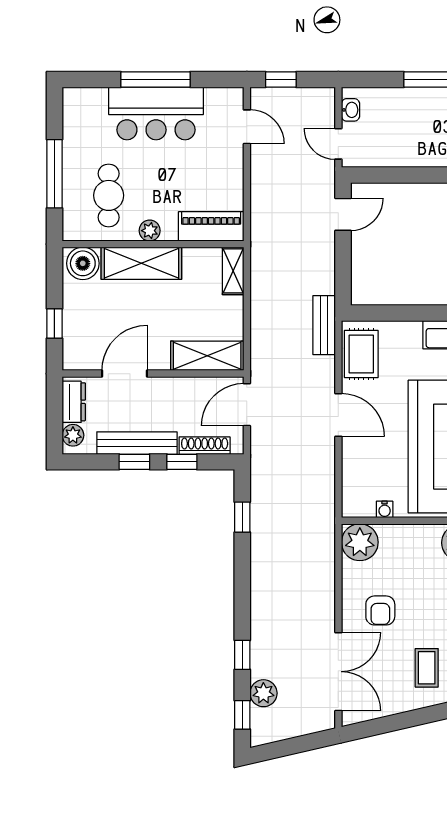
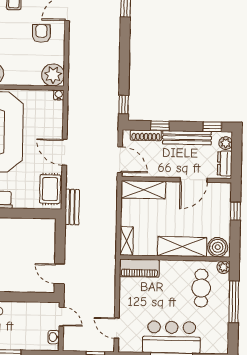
door: (343, 214) -> (59, 274), hinge flipped
plant: (150, 231) -> (223, 267), moved
door: (247, 405) -> (120, 160), hinge flipped
window: (134, 462) -> (212, 127), moved
water cooler: (385, 509) -> (59, 95), moved
window: (242, 517) -> (124, 105), moved

